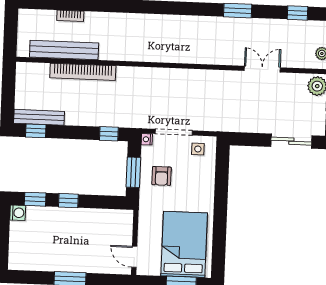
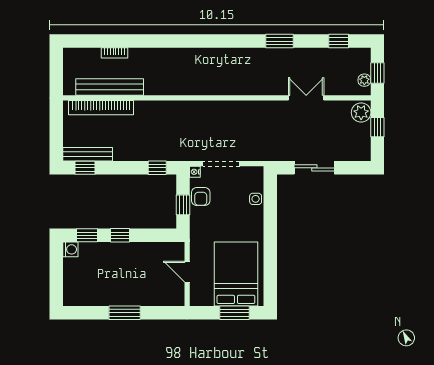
bookcase: (83, 72) -> (101, 108), moved
sliding door: (291, 141) -> (314, 168), moved
side table: (198, 149) -> (256, 199), moved
window: (133, 172) -> (183, 205), width x0.67
armchair: (162, 176) -> (201, 197), moved
door: (134, 257) -> (187, 272), moved

